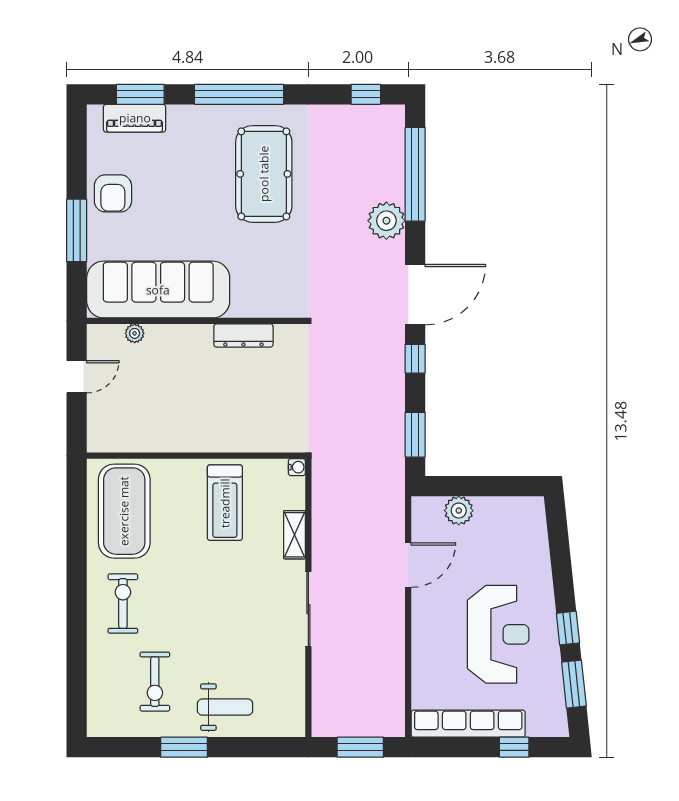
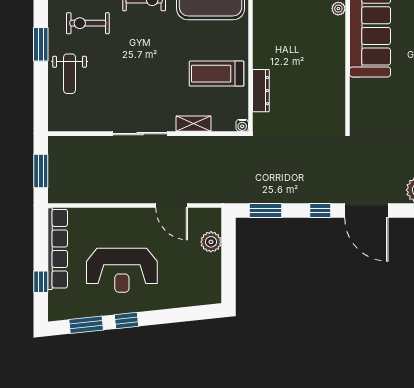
dresser: (243, 335) -> (261, 91), moved, turned 180

